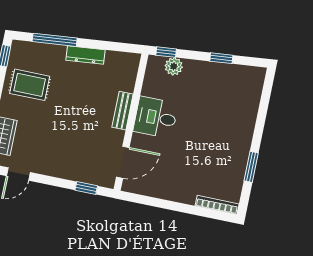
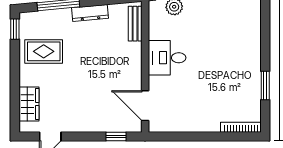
bench: (123, 111) -> (135, 24), moved
door: (123, 162) -> (145, 106), swing flipped

